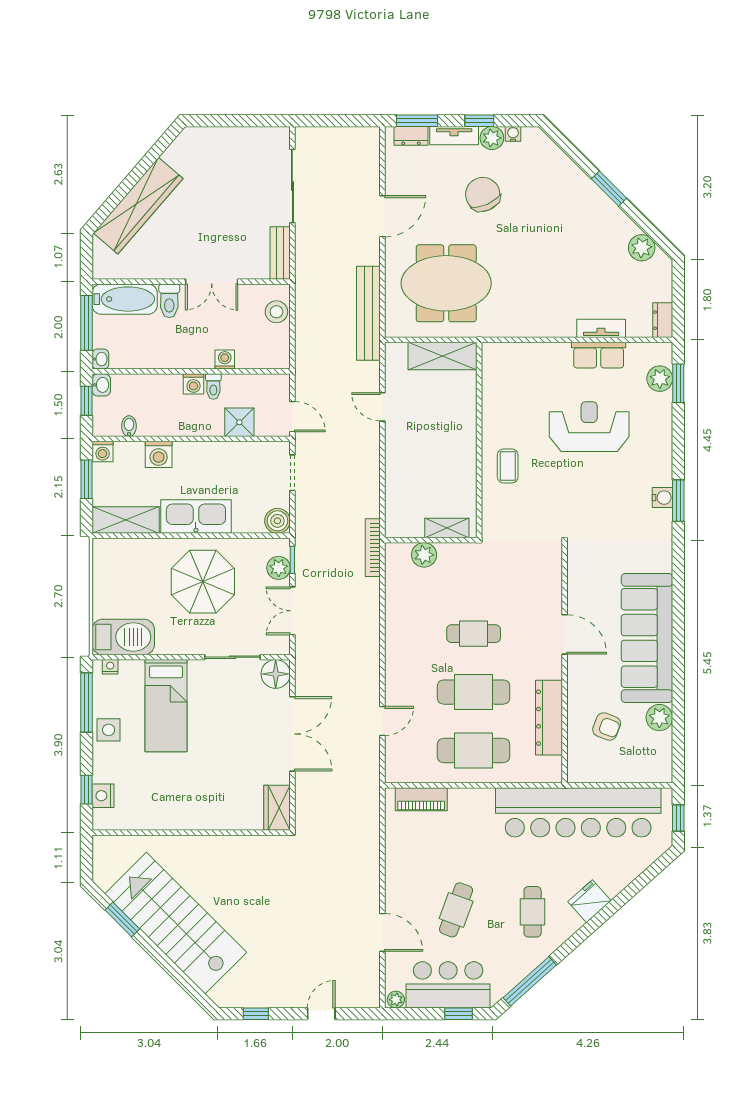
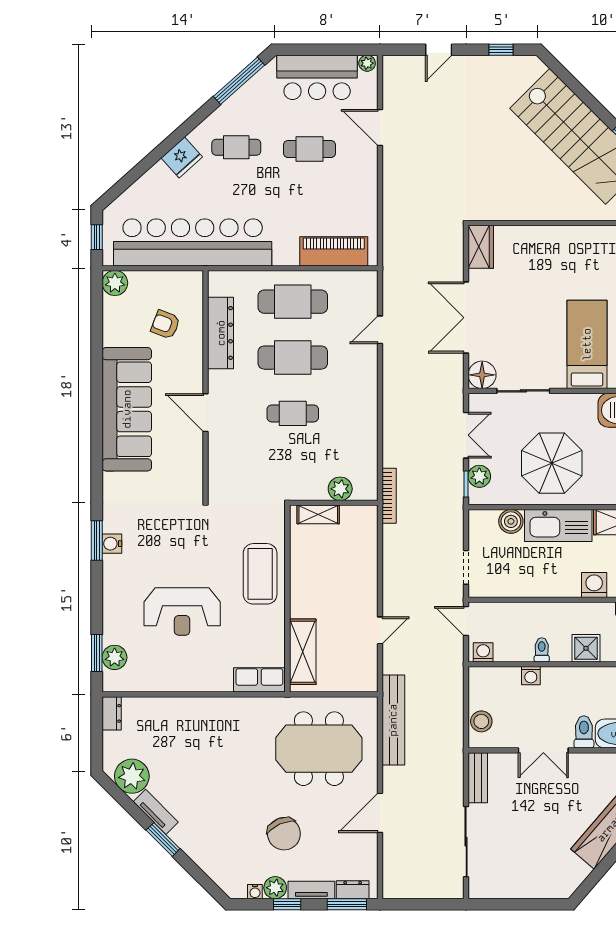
plant: (642, 248) -> (132, 776), width x1.36, depth x1.36
double door: (212, 282) -> (543, 750), swing flipped
tv unit: (601, 328) -> (156, 812), moved, turned -135
row of seats: (599, 355) -> (259, 680), moved
shelving: (442, 356) -> (303, 652), moved, turned 90
washing machine: (194, 384) -> (483, 652), moved
door: (382, 407) -> (380, 630), hinge flipped
shower: (239, 422) -> (586, 648), moved
coffee table: (508, 466) -> (260, 574), width x1.86, depth x1.72
boiler: (277, 521) -> (511, 521), moved
plant: (659, 718) -> (115, 283), moved
piano: (421, 799) -> (334, 251), width x1.37, depth x1.33
cafe table: (456, 910) -> (309, 149), turned 70
cafe table: (533, 912) -> (236, 147), turned 90
window: (458, 1014) -> (307, 50), removed

